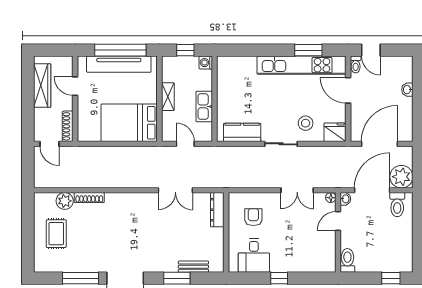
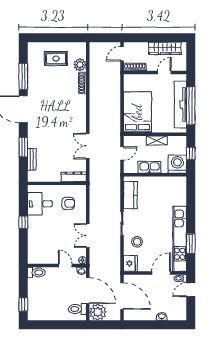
washing machine: (206, 63) -> (177, 164), width x1.89, depth x1.89

